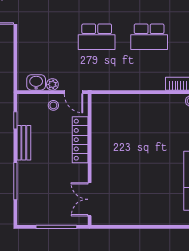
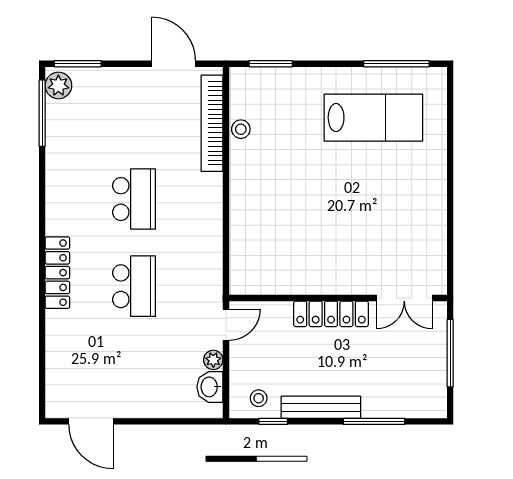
stool: (53, 105) -> (259, 398), moved
locker: (80, 140) -> (331, 314), moved
bench: (24, 143) -> (321, 407), width x1.36

